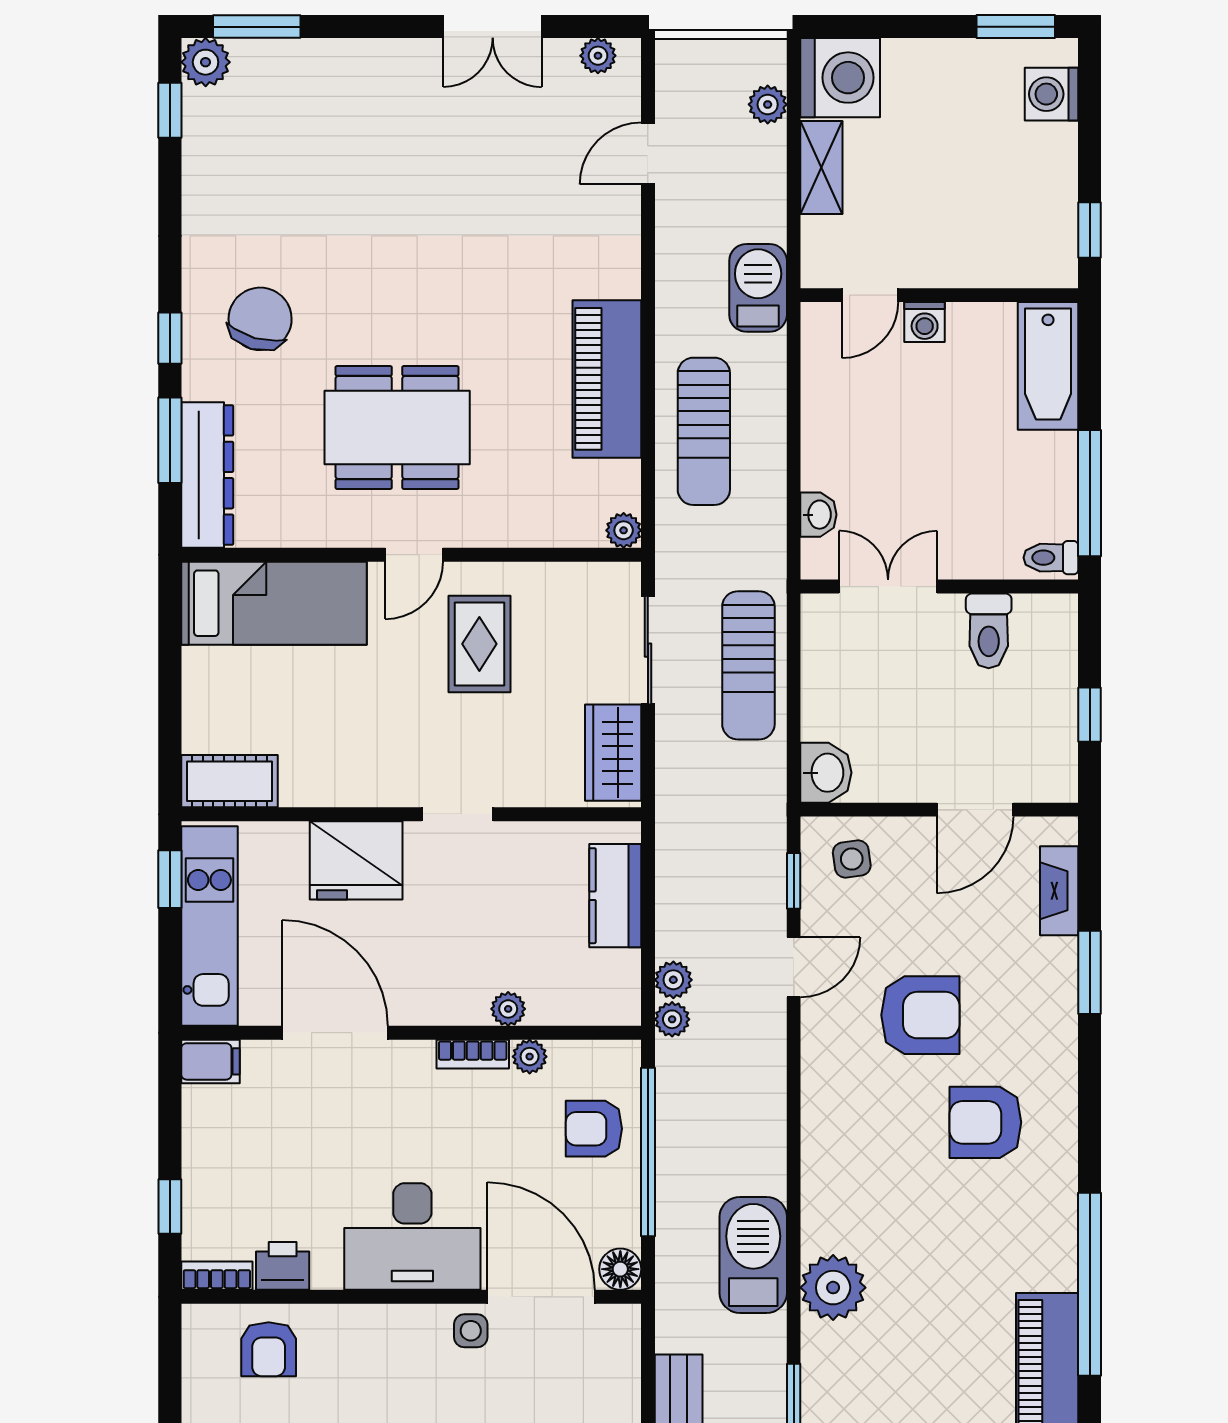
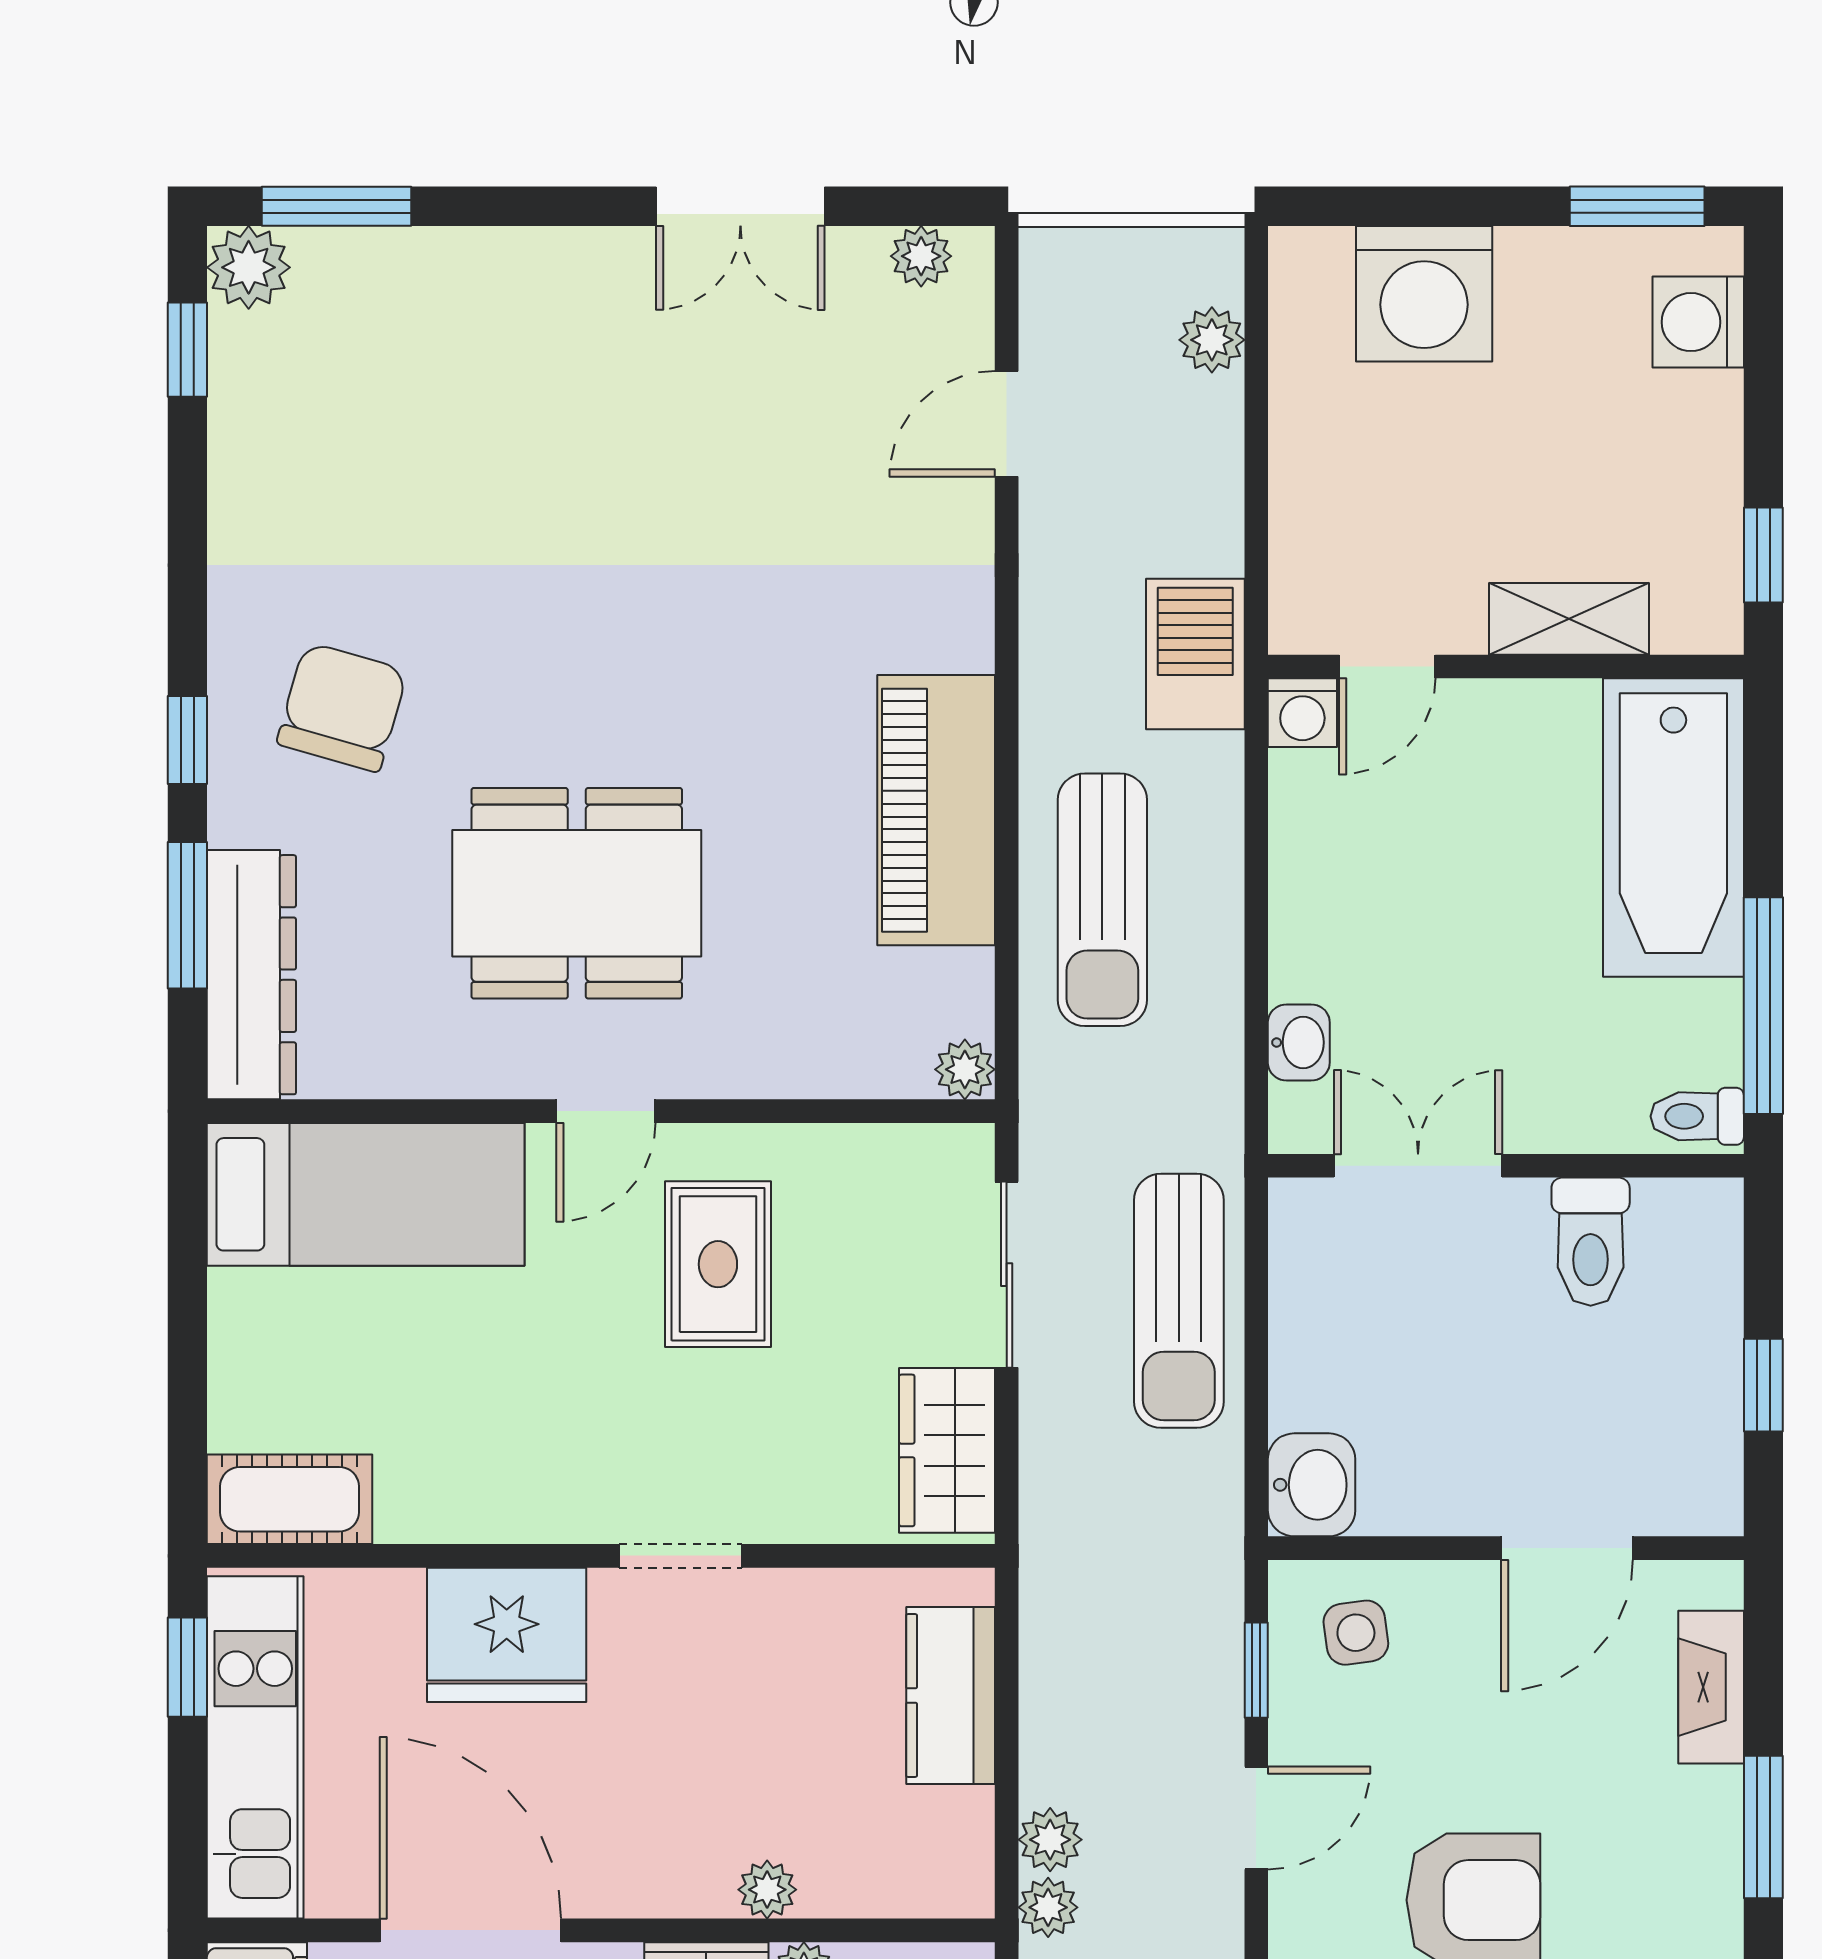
washing machine: (840, 78) -> (1424, 294), moved, turned 90
shelving: (821, 168) -> (1569, 619), moved, turned 90
washing machine: (925, 322) -> (1302, 713), moved
bathtub: (1048, 366) -> (1673, 828), width x1.36, depth x1.36

